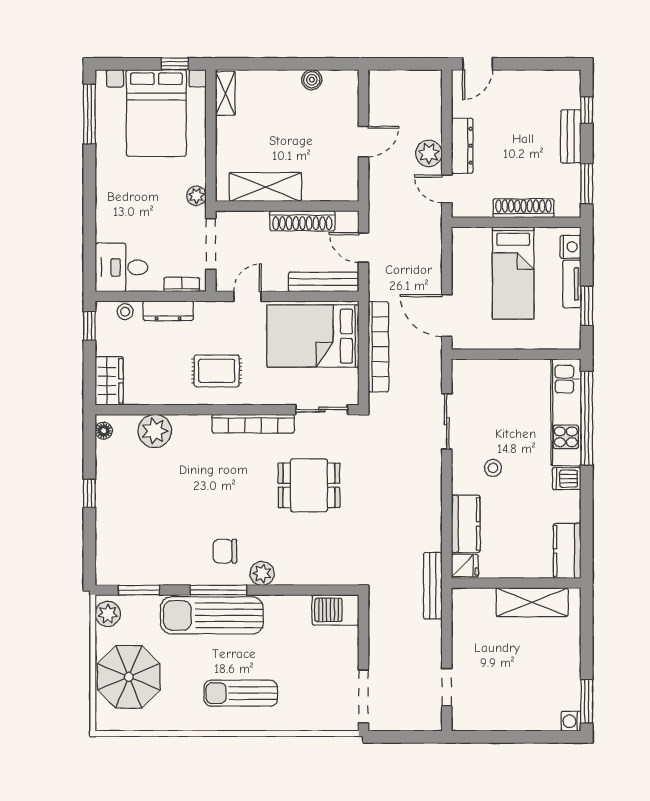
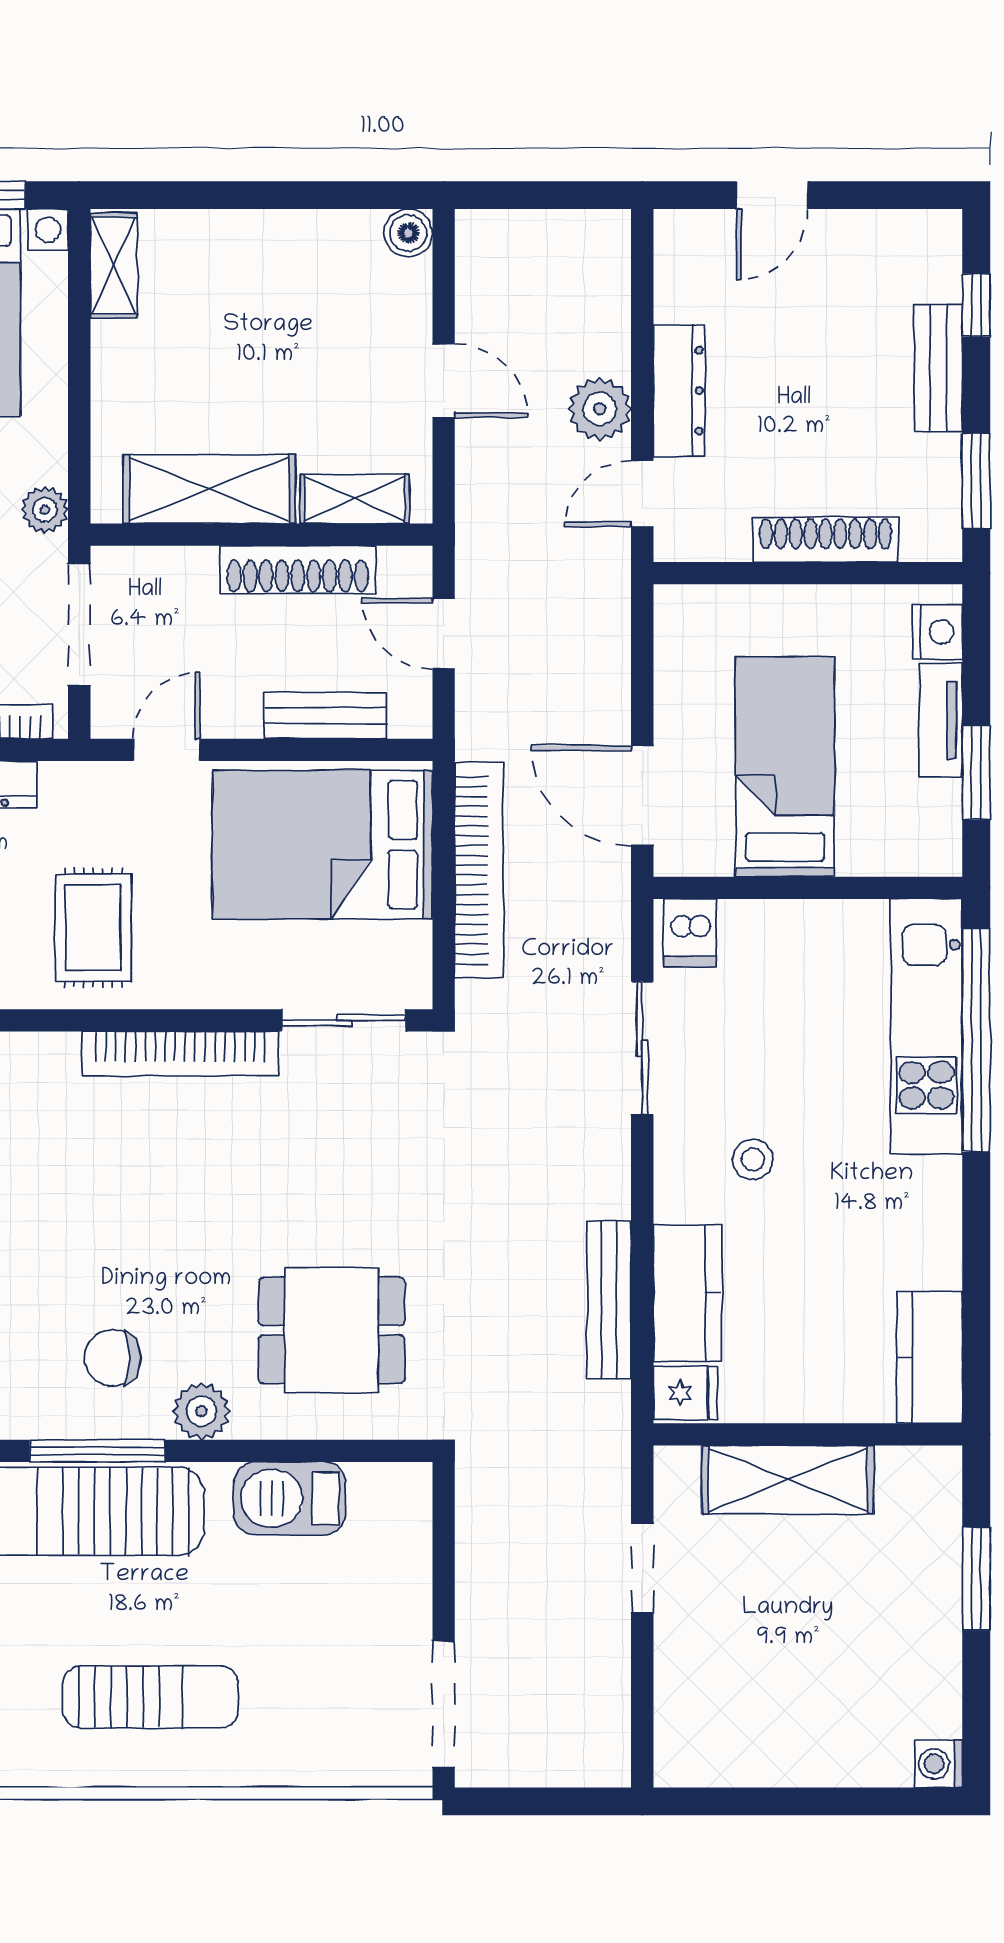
door: (478, 64) -> (772, 195), moved
boiler: (312, 80) -> (408, 233), moved
door: (363, 142) -> (444, 381), hinge flipped
door: (447, 189) -> (642, 494), hinge flipped
shelving: (326, 191) -> (355, 499), added
bed: (513, 273) -> (785, 767), moved, turned 180
bench: (323, 282) -> (325, 715), width x0.73
rug: (217, 371) -> (93, 928), turned 90
dishwasher: (567, 479) -> (690, 933), moved, turned -90
dining table: (309, 485) -> (332, 1330), moved
bench: (433, 586) -> (609, 1300), moved
shelving: (532, 602) -> (788, 1480), moved
barbecue: (335, 610) -> (290, 1498), moved
doorway: (447, 687) -> (642, 1568), moved
sun lounger: (241, 693) -> (151, 1697), turned 180
window: (587, 701) -> (976, 1579), moved

